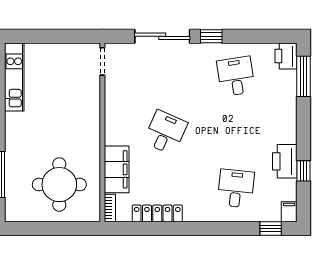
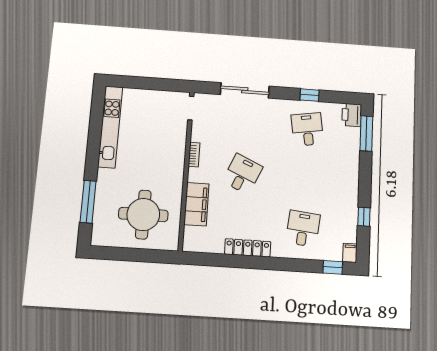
window: (211, 36) -> (310, 95), moved
kitchen unit: (14, 77) -> (110, 127), width x1.36
printer: (285, 161) -> (347, 207), removed
bookcase: (110, 208) -> (194, 155), moved
locker: (157, 213) -> (248, 248), moved

